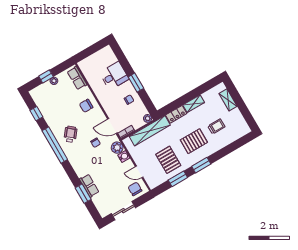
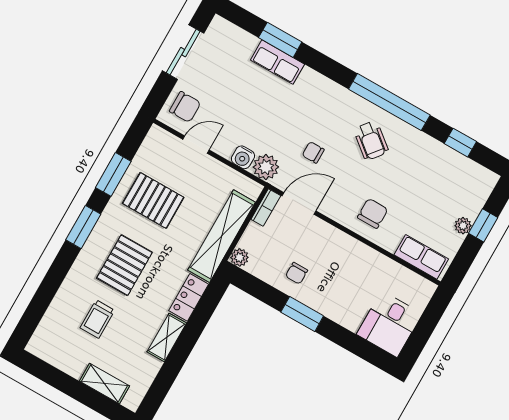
desk: (114, 76) -> (389, 324), moved

